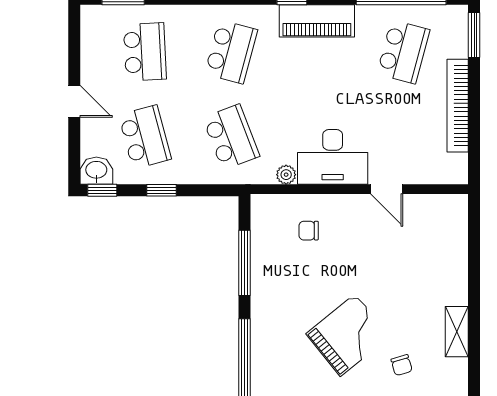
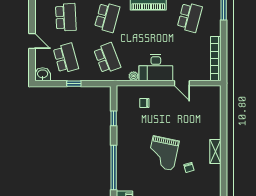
bookcase: (458, 106) -> (216, 59), moved
window: (102, 190) -> (45, 84), removed
window: (245, 263) -> (114, 118), width x0.46
grand piano: (348, 335) -> (163, 153), turned 141

